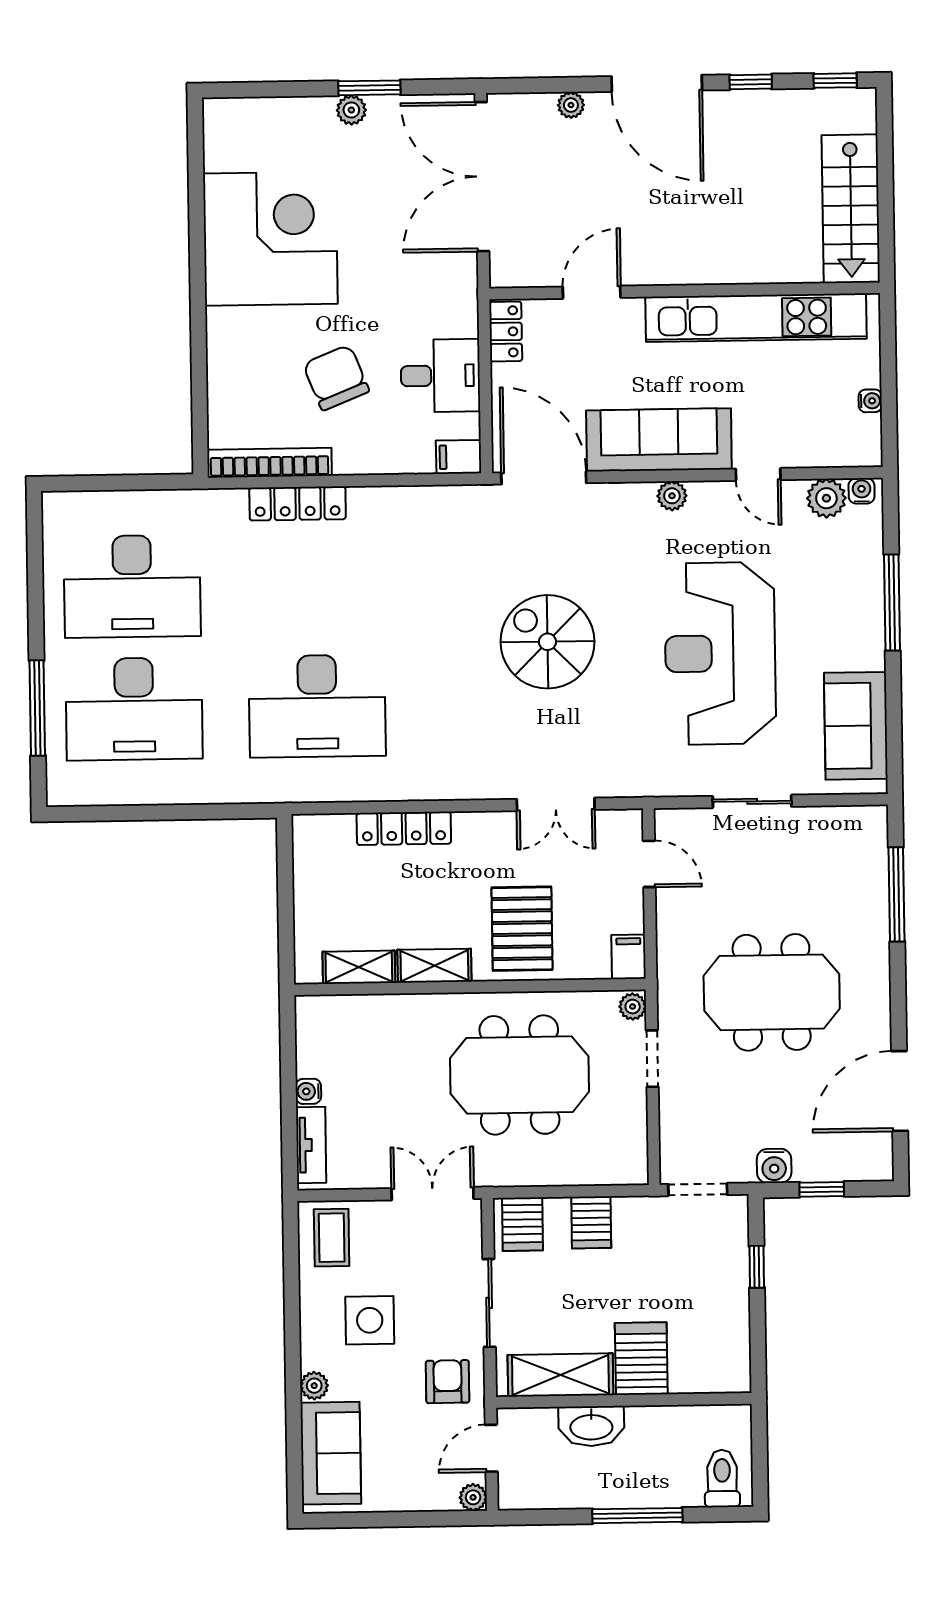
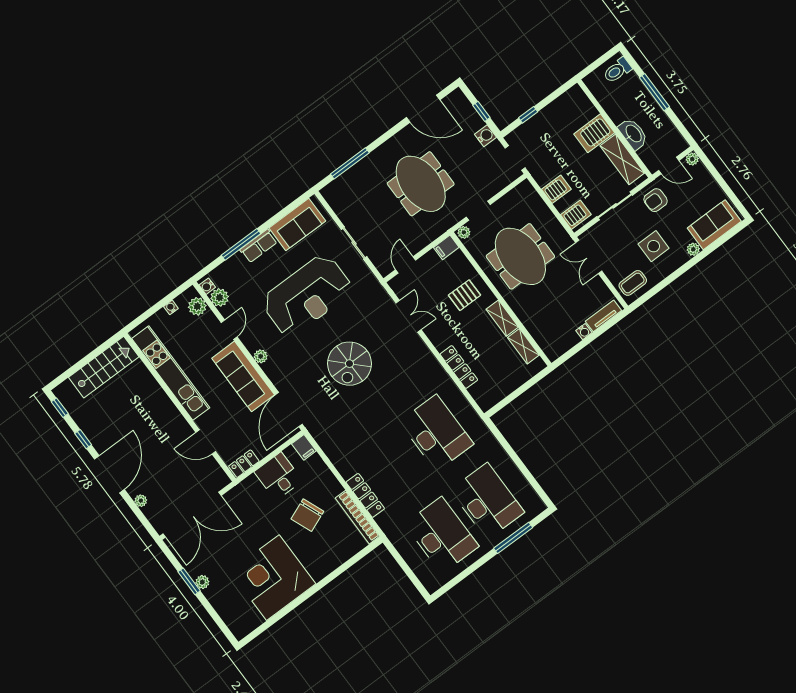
plant: (839, 448) -> (197, 306), added
row of seats: (867, 631) -> (259, 246), added
pallet: (522, 929) -> (465, 295), width x0.67, depth x0.71

